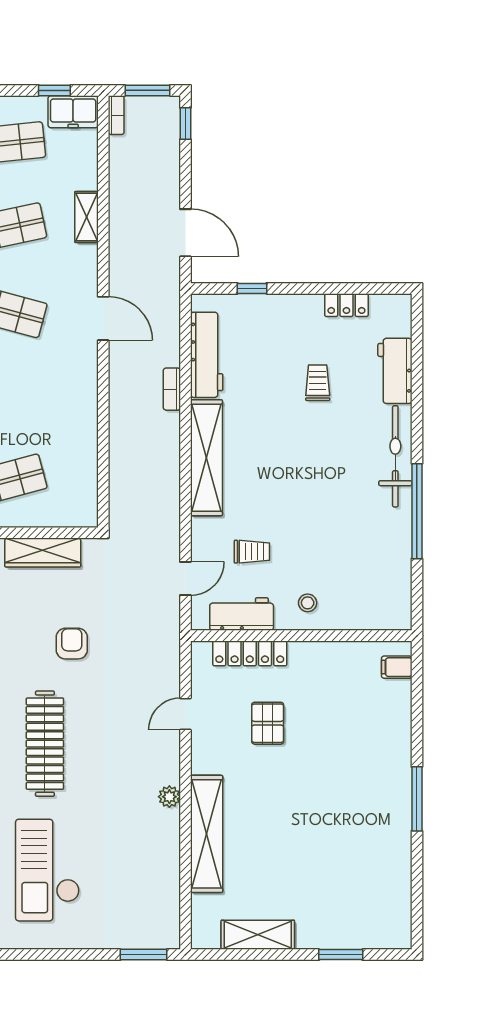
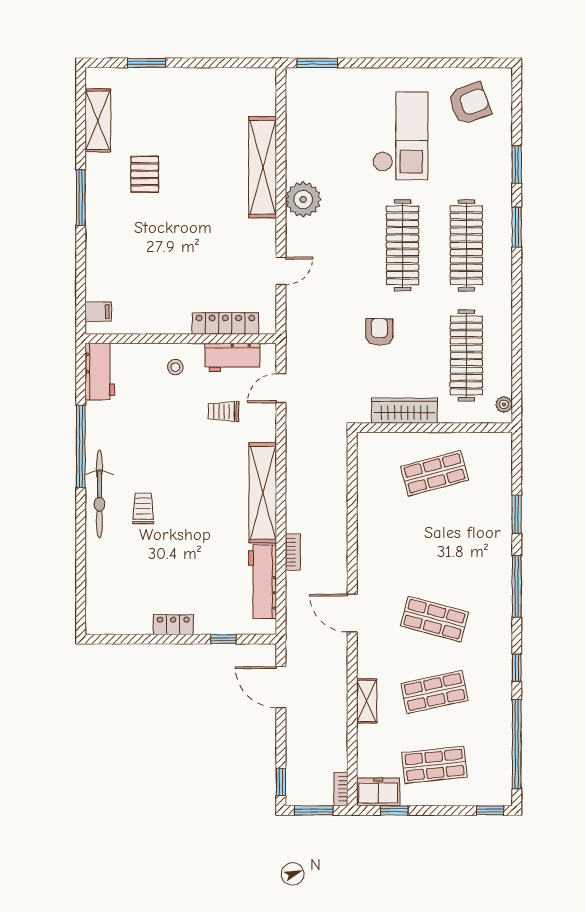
locker: (346, 305) -> (173, 625), moved
workbench: (395, 371) -> (100, 372), moved
trolley: (318, 383) -> (143, 508), moved, turned 180
armchair: (72, 644) -> (379, 332), turned 180
pallet: (268, 723) -> (145, 174), moved
plant: (169, 797) -> (303, 199), width x1.87, depth x1.87
shelving: (258, 935) -> (98, 120), moved, turned 90

